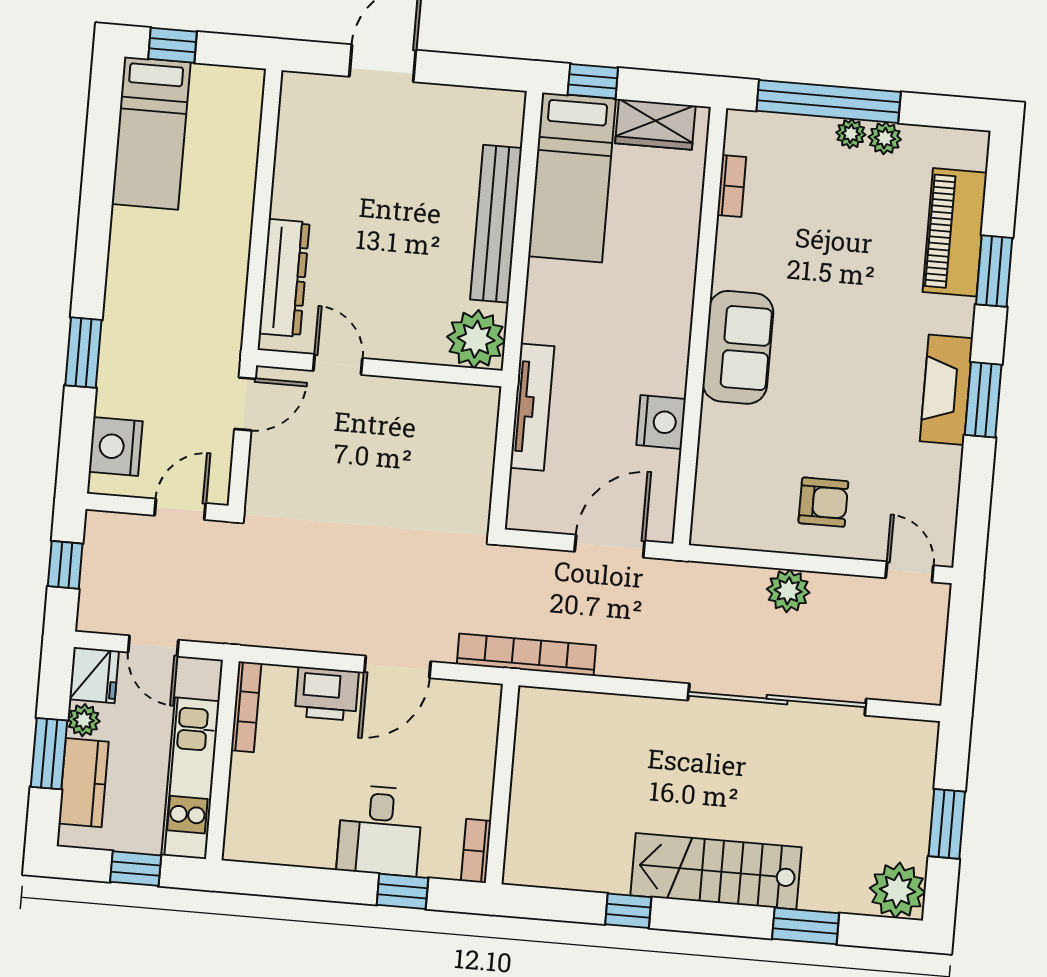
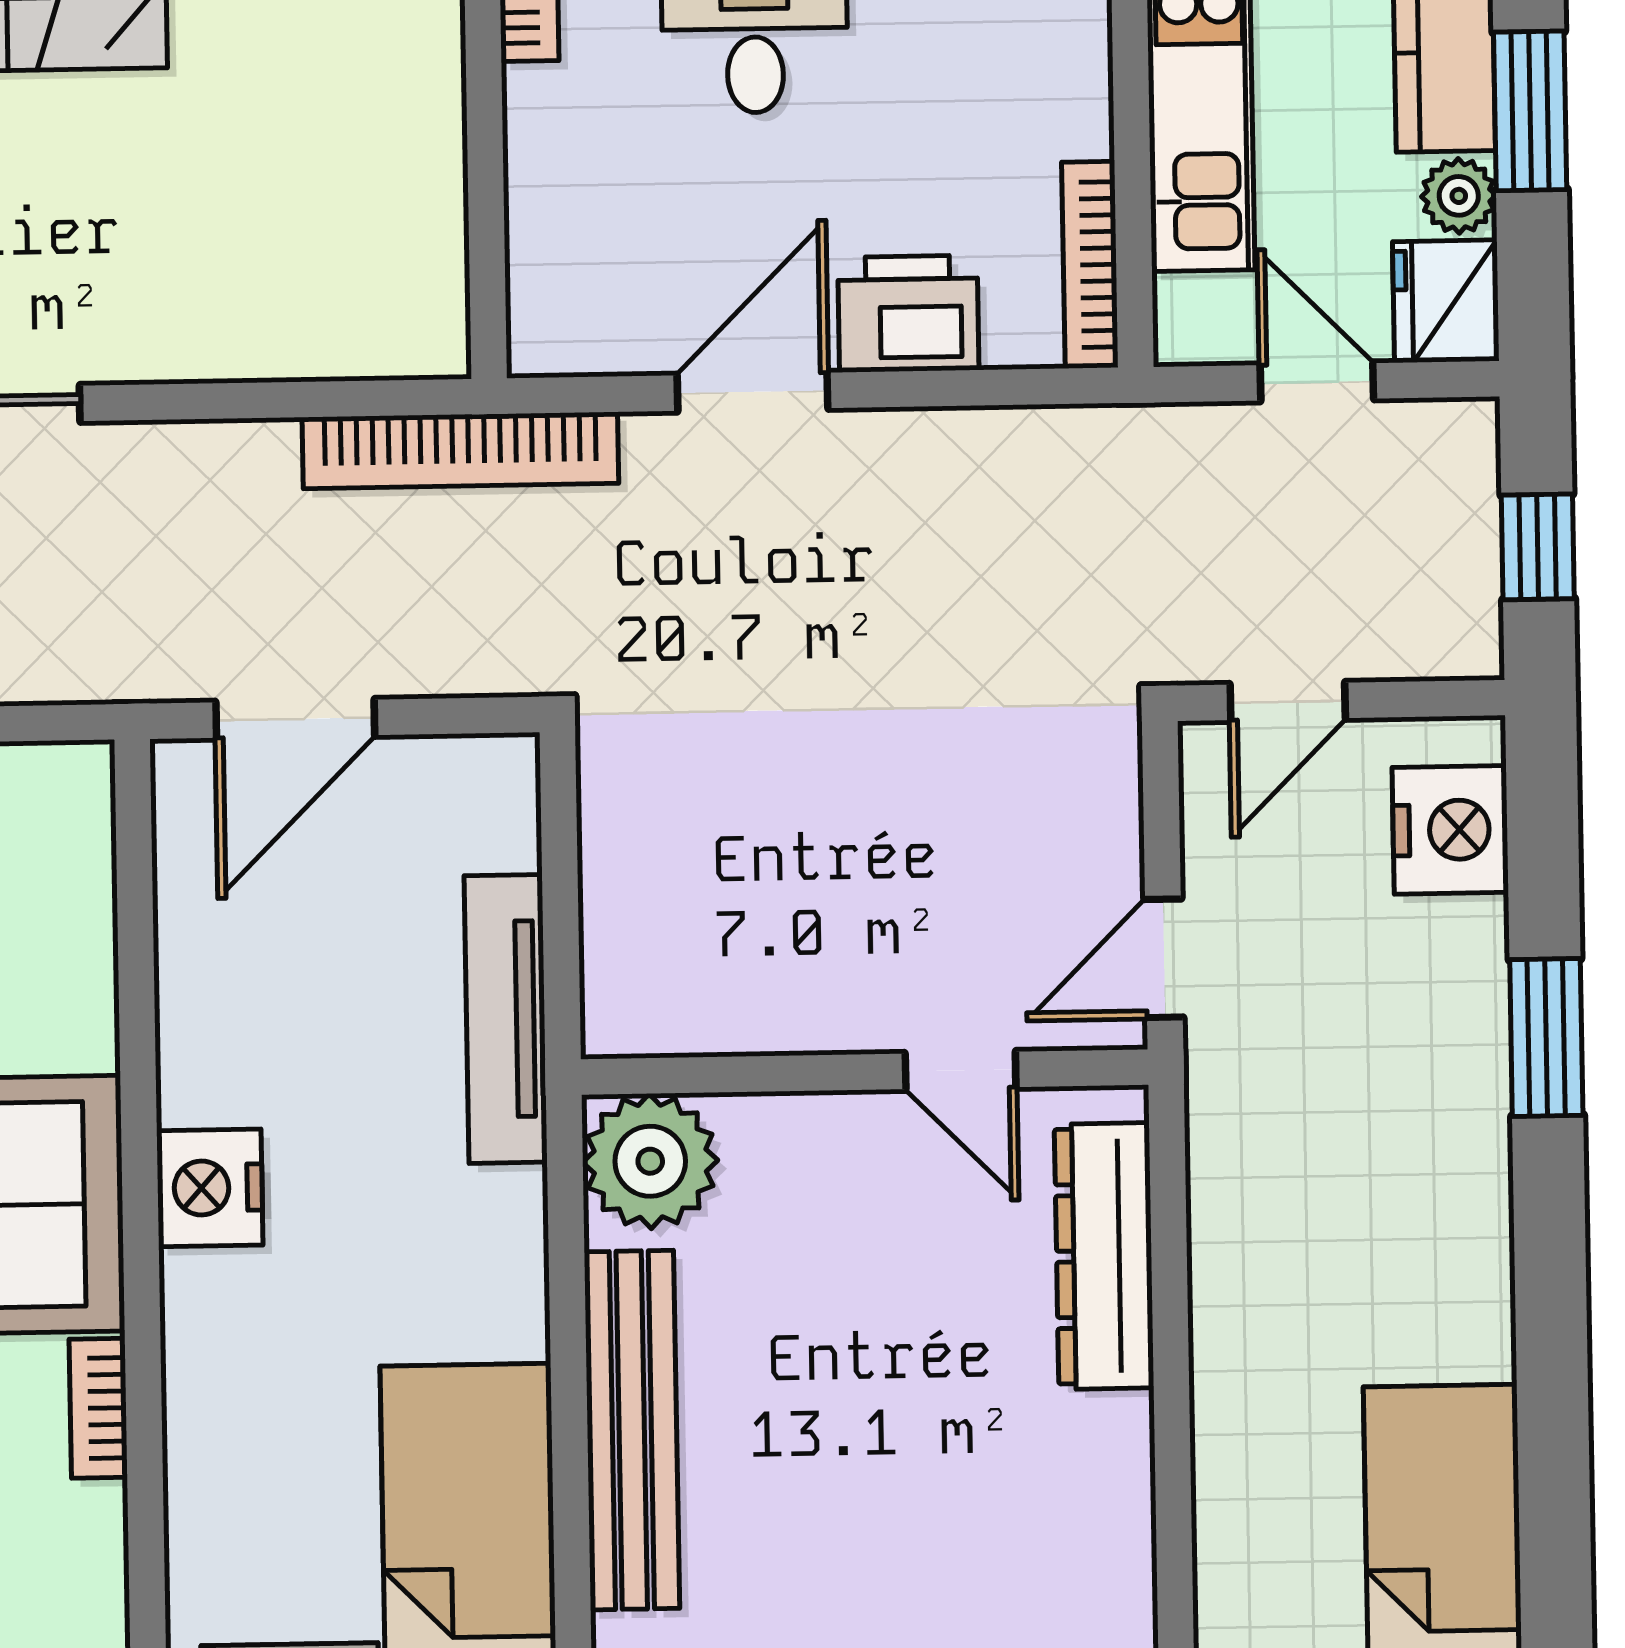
bookcase: (732, 186) -> (98, 1408), moved
nightstand: (661, 422) -> (210, 1188), moved

